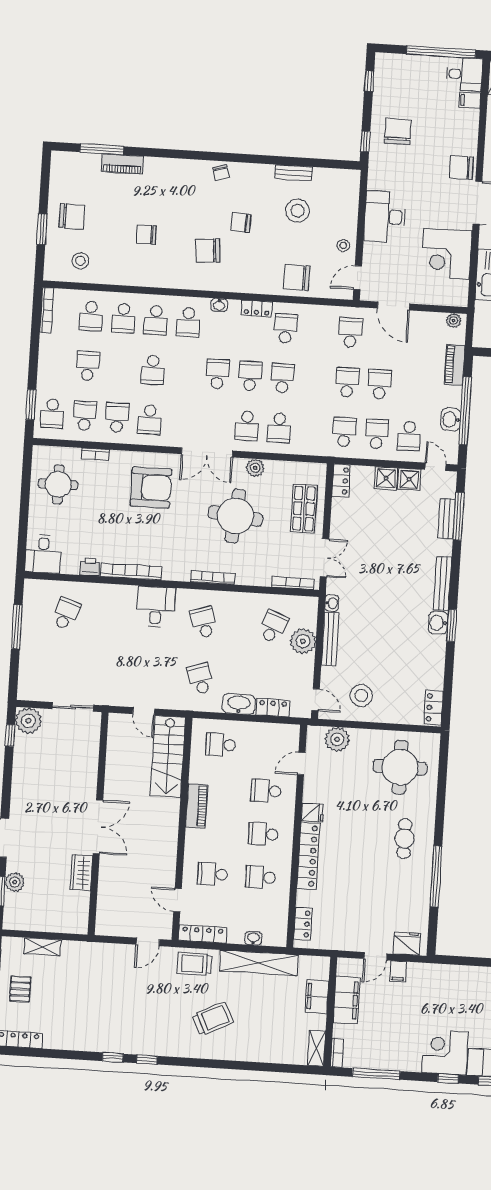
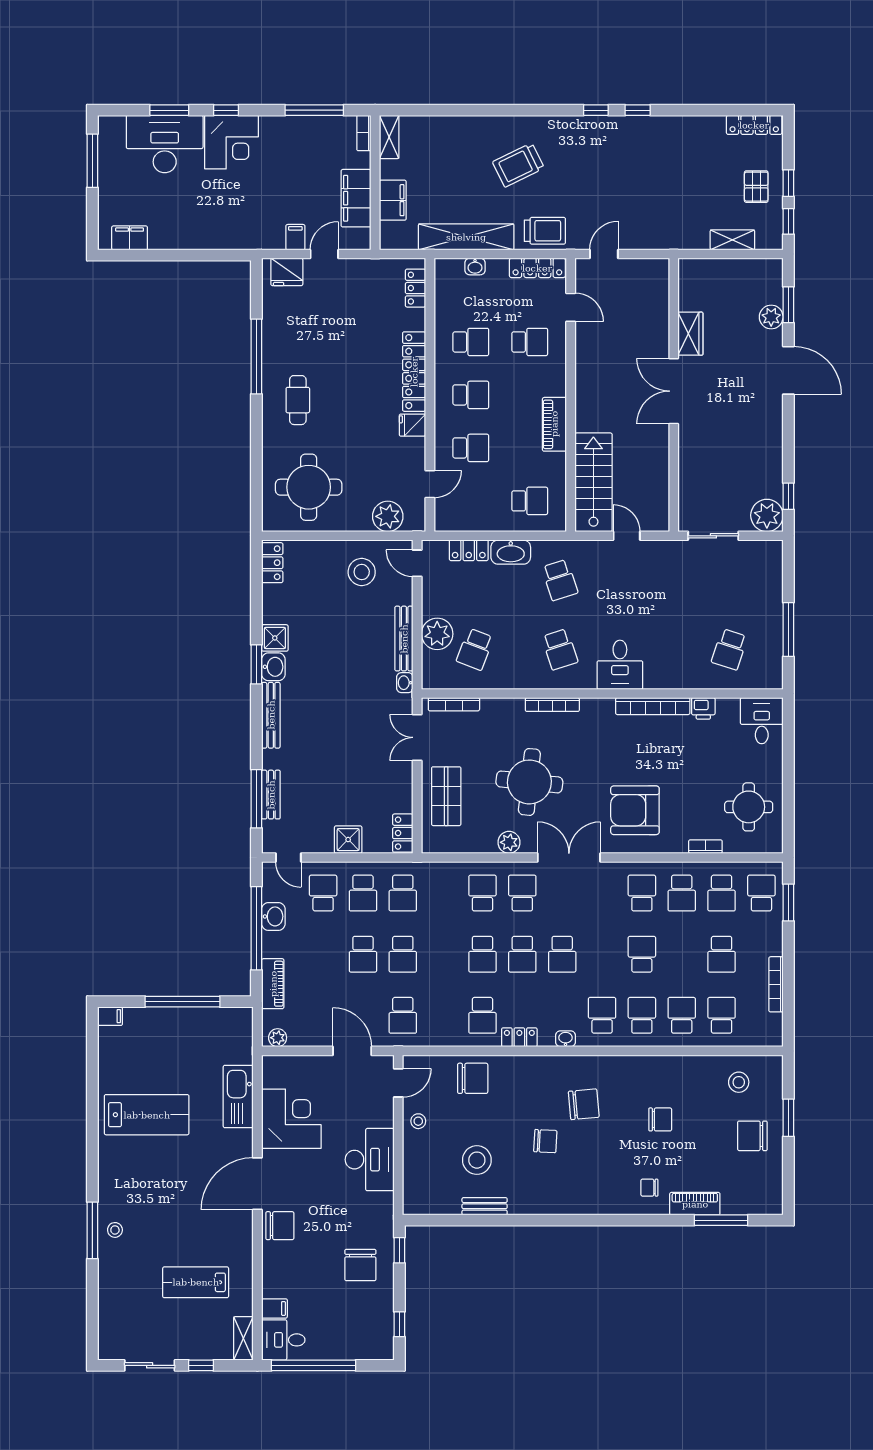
chair: (221, 173) -> (649, 1188), moved, turned -74
bookcase: (47, 310) -> (776, 984), moved
shower: (409, 479) -> (275, 638), moved

